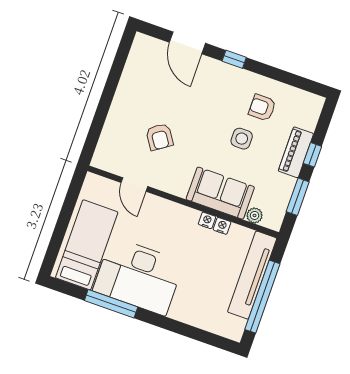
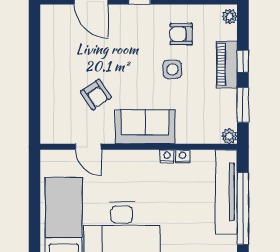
plant: (315, 107) -> (230, 16), added
sofa: (220, 193) -> (145, 127), moved
plant: (255, 215) -> (229, 136), moved

